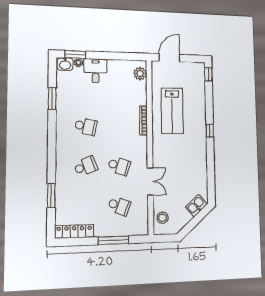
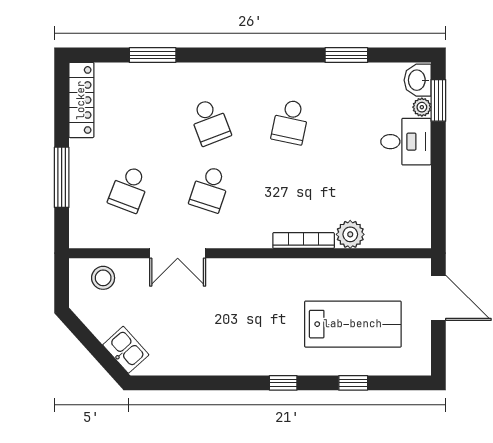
plant: (140, 74) -> (350, 234), moved
window: (208, 74) -> (353, 383), moved
lab bench: (172, 111) -> (353, 324), moved, turned 180

